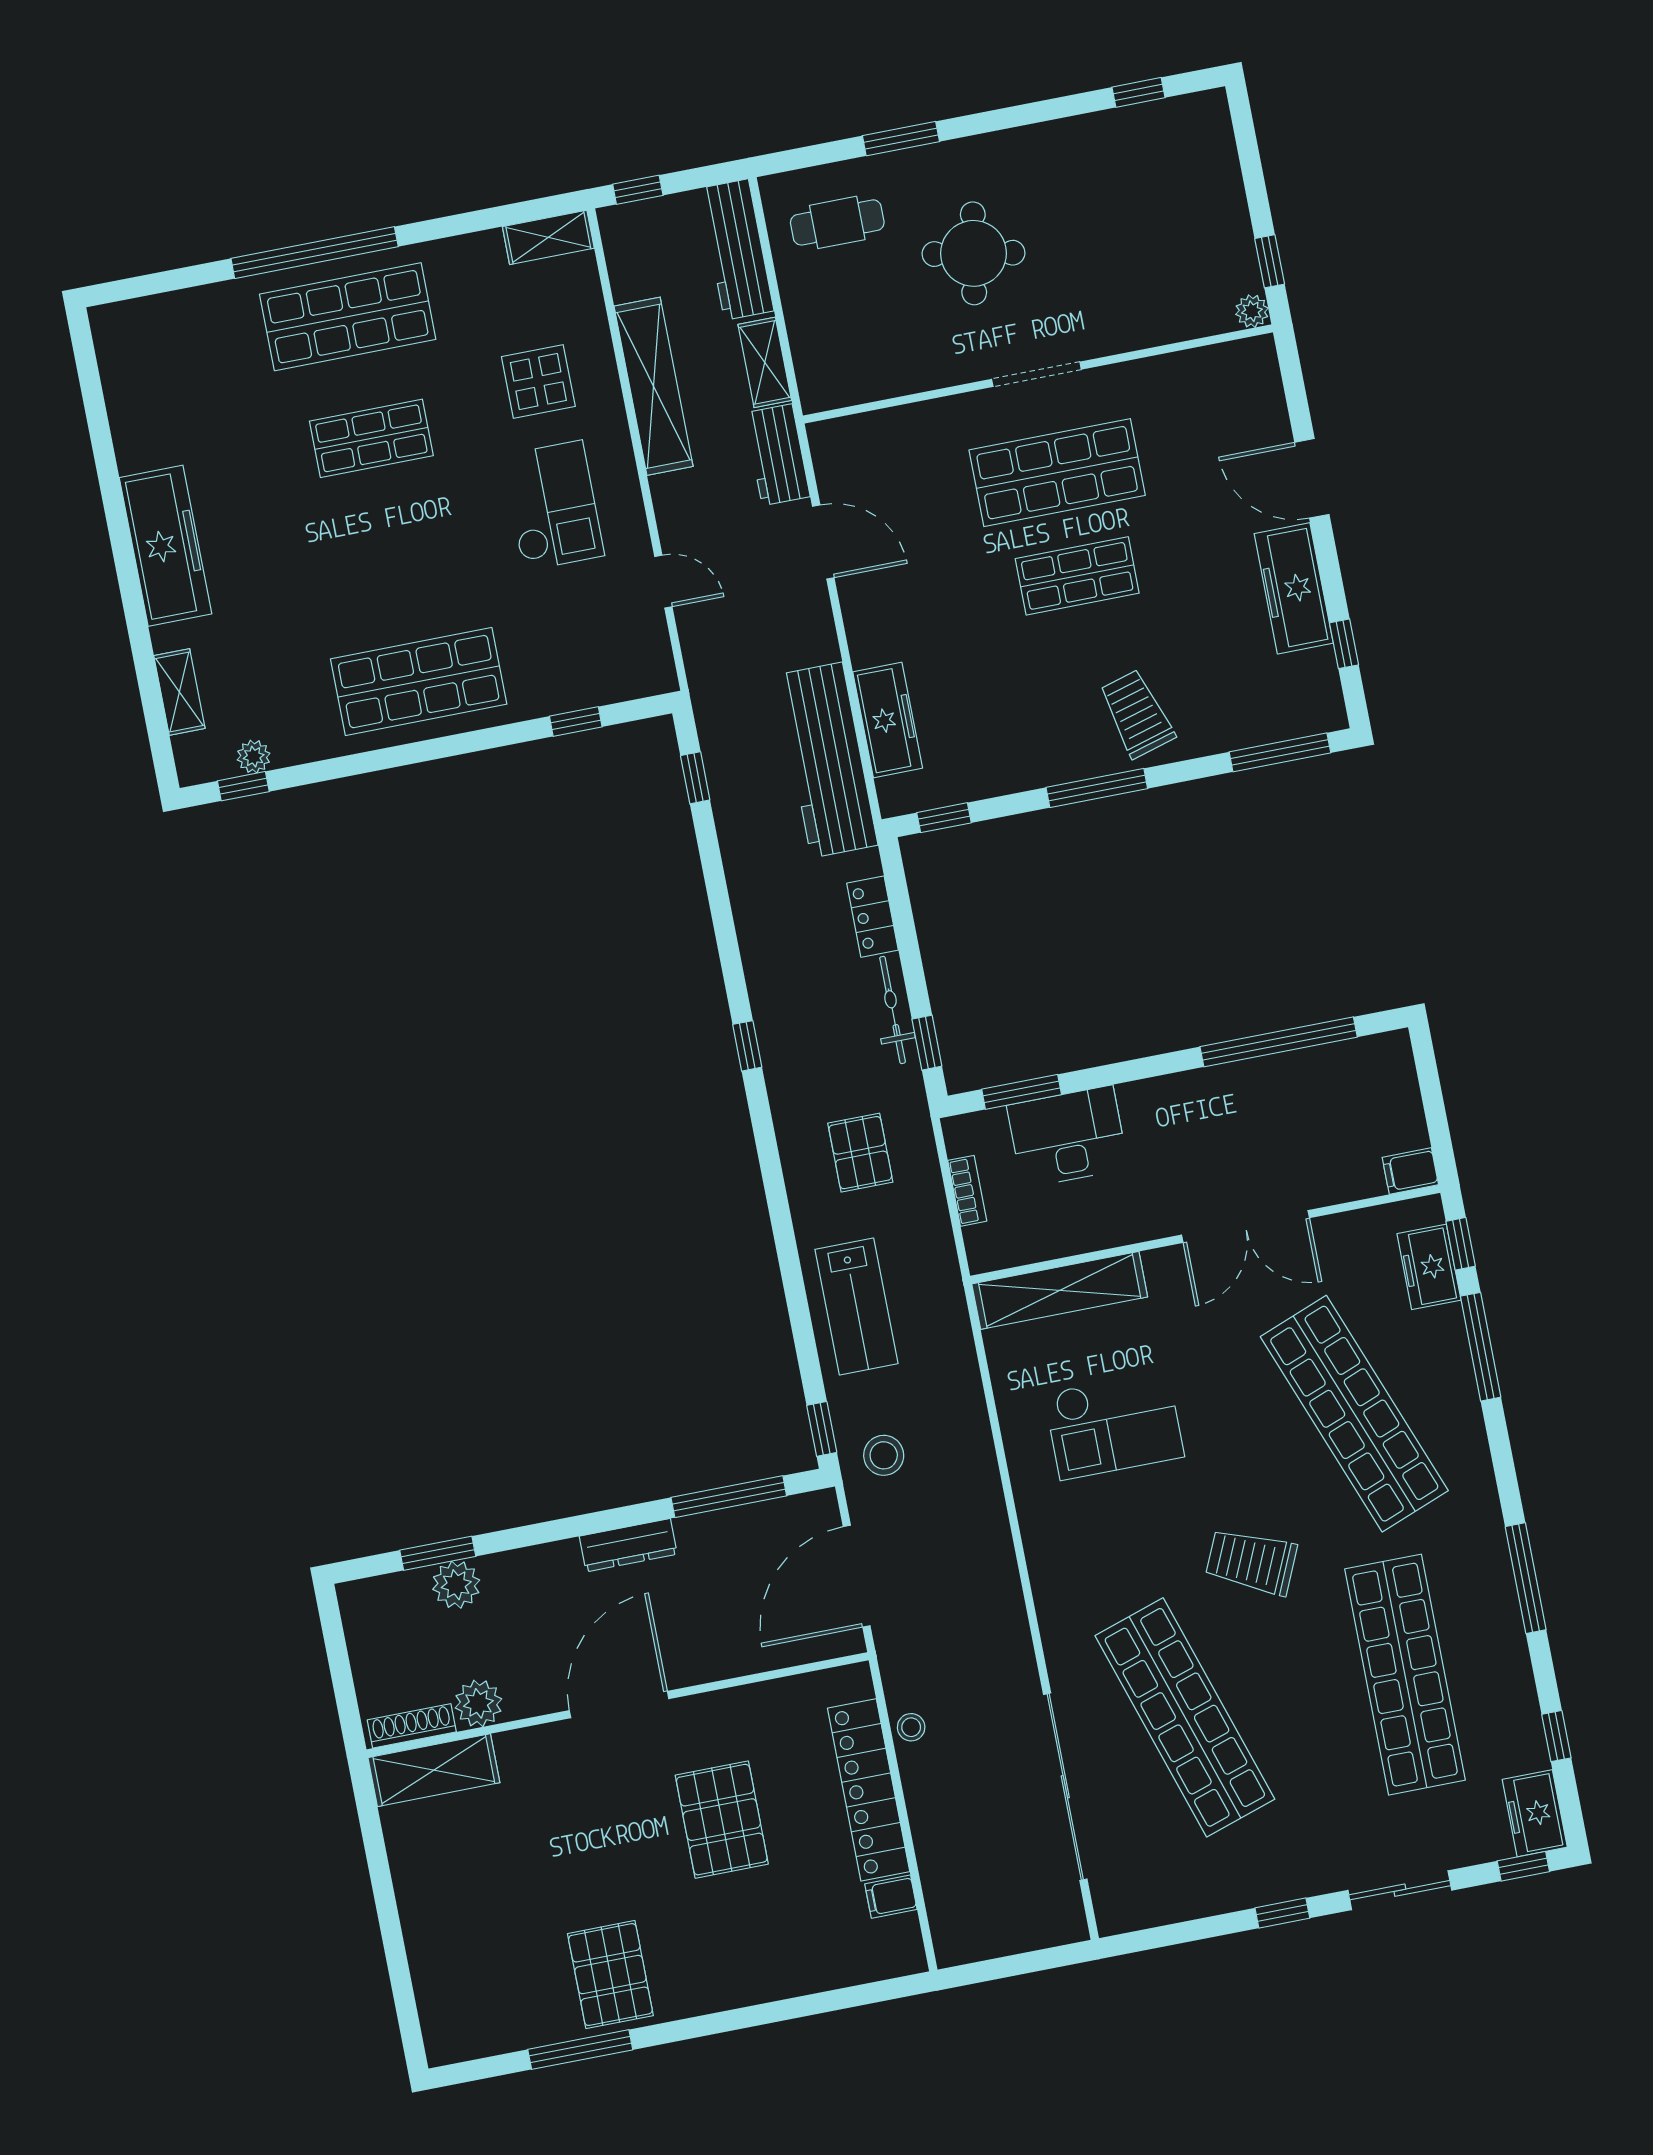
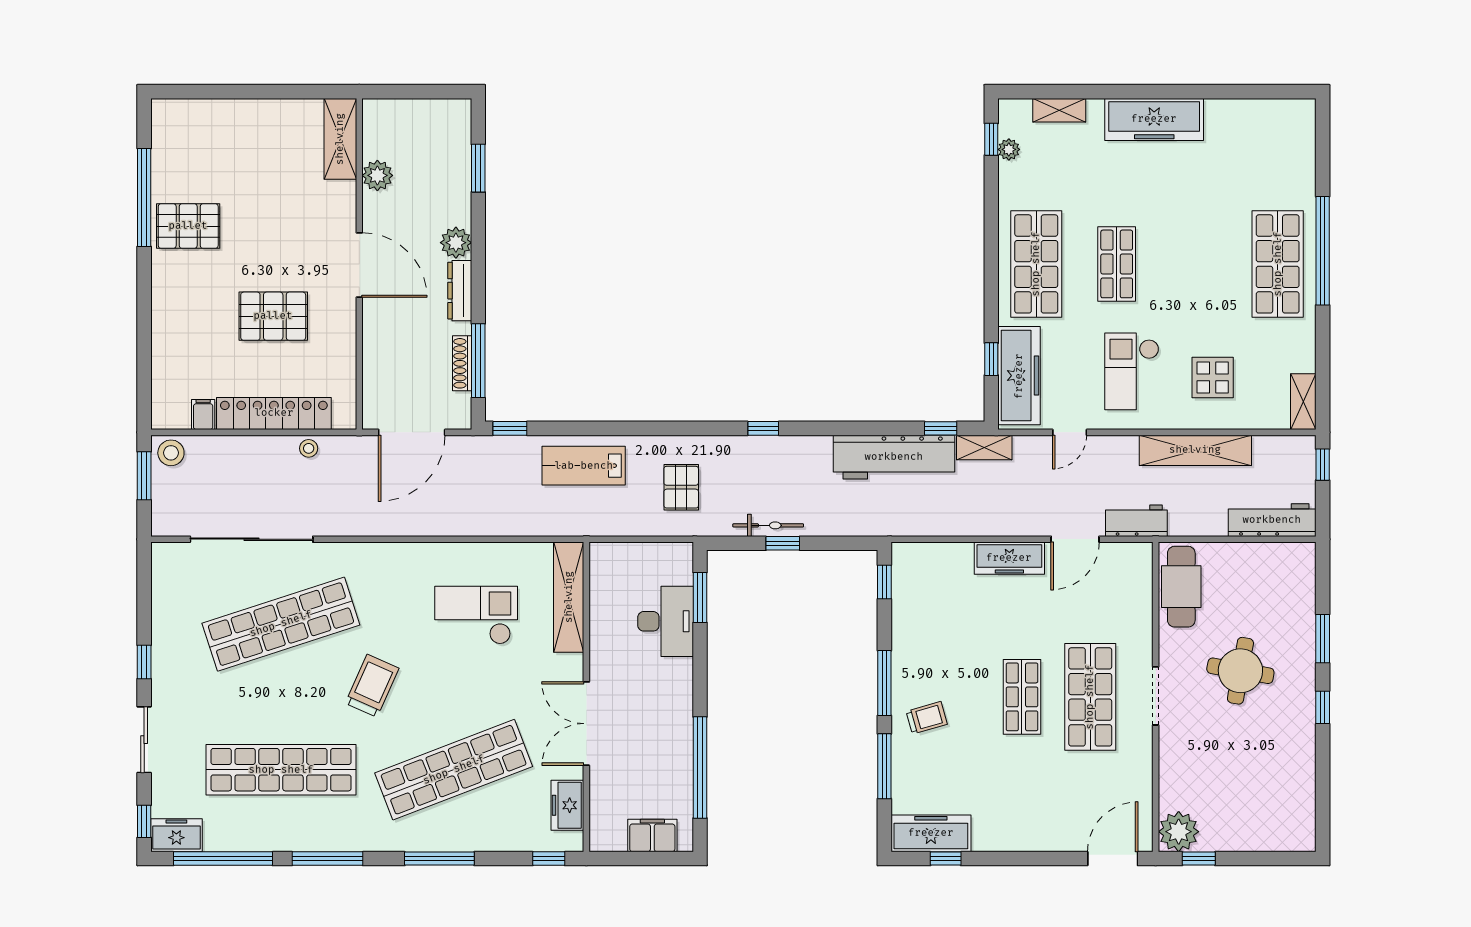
window: (1139, 92) -> (1323, 707), moved
cafe table: (837, 222) -> (1181, 587), moved, width x1.37, depth x1.35
plant: (1252, 311) -> (1179, 832), width x1.88, depth x1.88
shelving: (765, 362) -> (984, 447), moved
shop shelf: (371, 438) -> (1117, 264), moved
door: (1312, 478) -> (1113, 859), moved
checkout: (553, 506) -> (1132, 371), turned 90
freezer: (1294, 588) -> (931, 833), moved
freezer: (592, 675) -> (1019, 376), added
trolley: (1137, 714) -> (927, 718), width x0.73, depth x0.72
freezer: (888, 720) -> (1009, 558), moved
window: (1280, 752) -> (884, 766), moved
workbench: (827, 760) -> (894, 457), moved, turned 180
locker: (872, 917) -> (830, 524), removed
window: (927, 1043) -> (783, 543), moved
pallet: (860, 1153) -> (681, 487), turned 90
filing cabinet: (1410, 1171) -> (652, 836), moved, width x2.00
bookcase: (967, 1191) -> (644, 551), removed
freezer: (1429, 1267) -> (567, 805), moved, turned -90
window: (1481, 1347) -> (439, 859), moved
checkout: (1114, 1425) -> (476, 615), turned 90
stool: (884, 1455) -> (171, 453), moved
door: (857, 1576) -> (412, 432), swing flipped
plant: (456, 1585) -> (456, 243), moved
shoe rack: (412, 1726) -> (462, 363), moved, turned 180
window: (1556, 1736) -> (223, 859), width x3.17
window: (1001, 1968) -> (144, 476), added
window: (580, 2050) -> (144, 197), width x1.46

